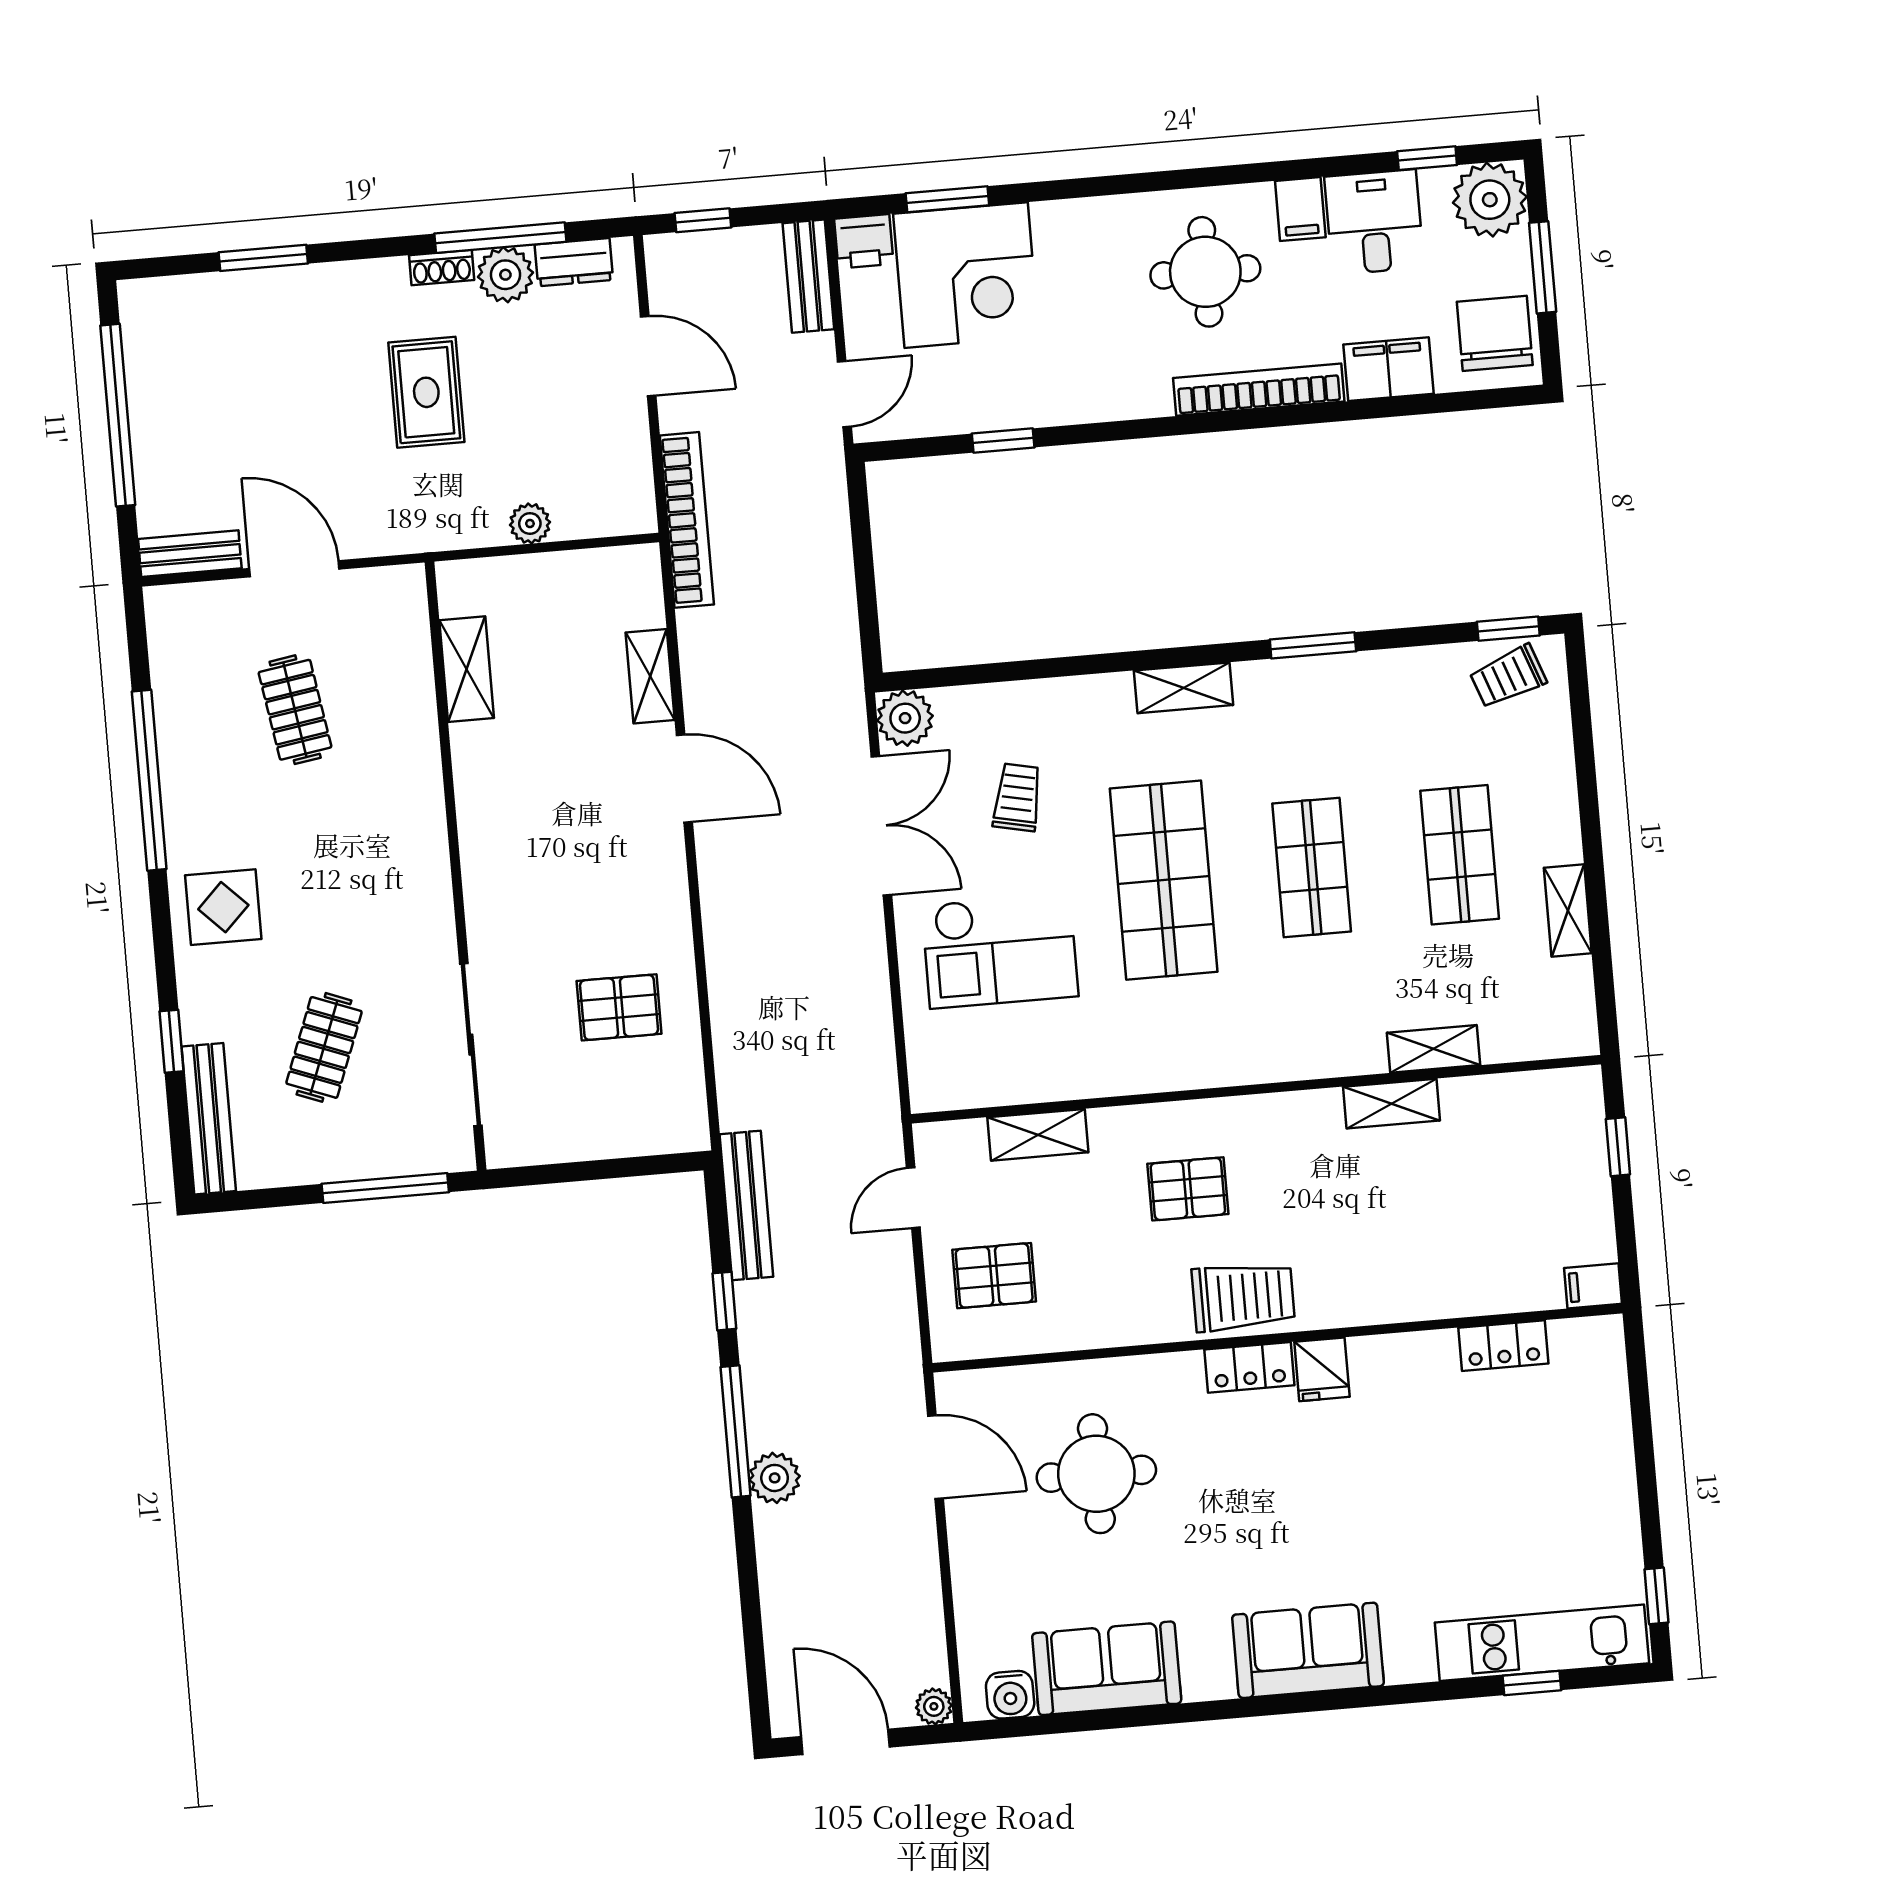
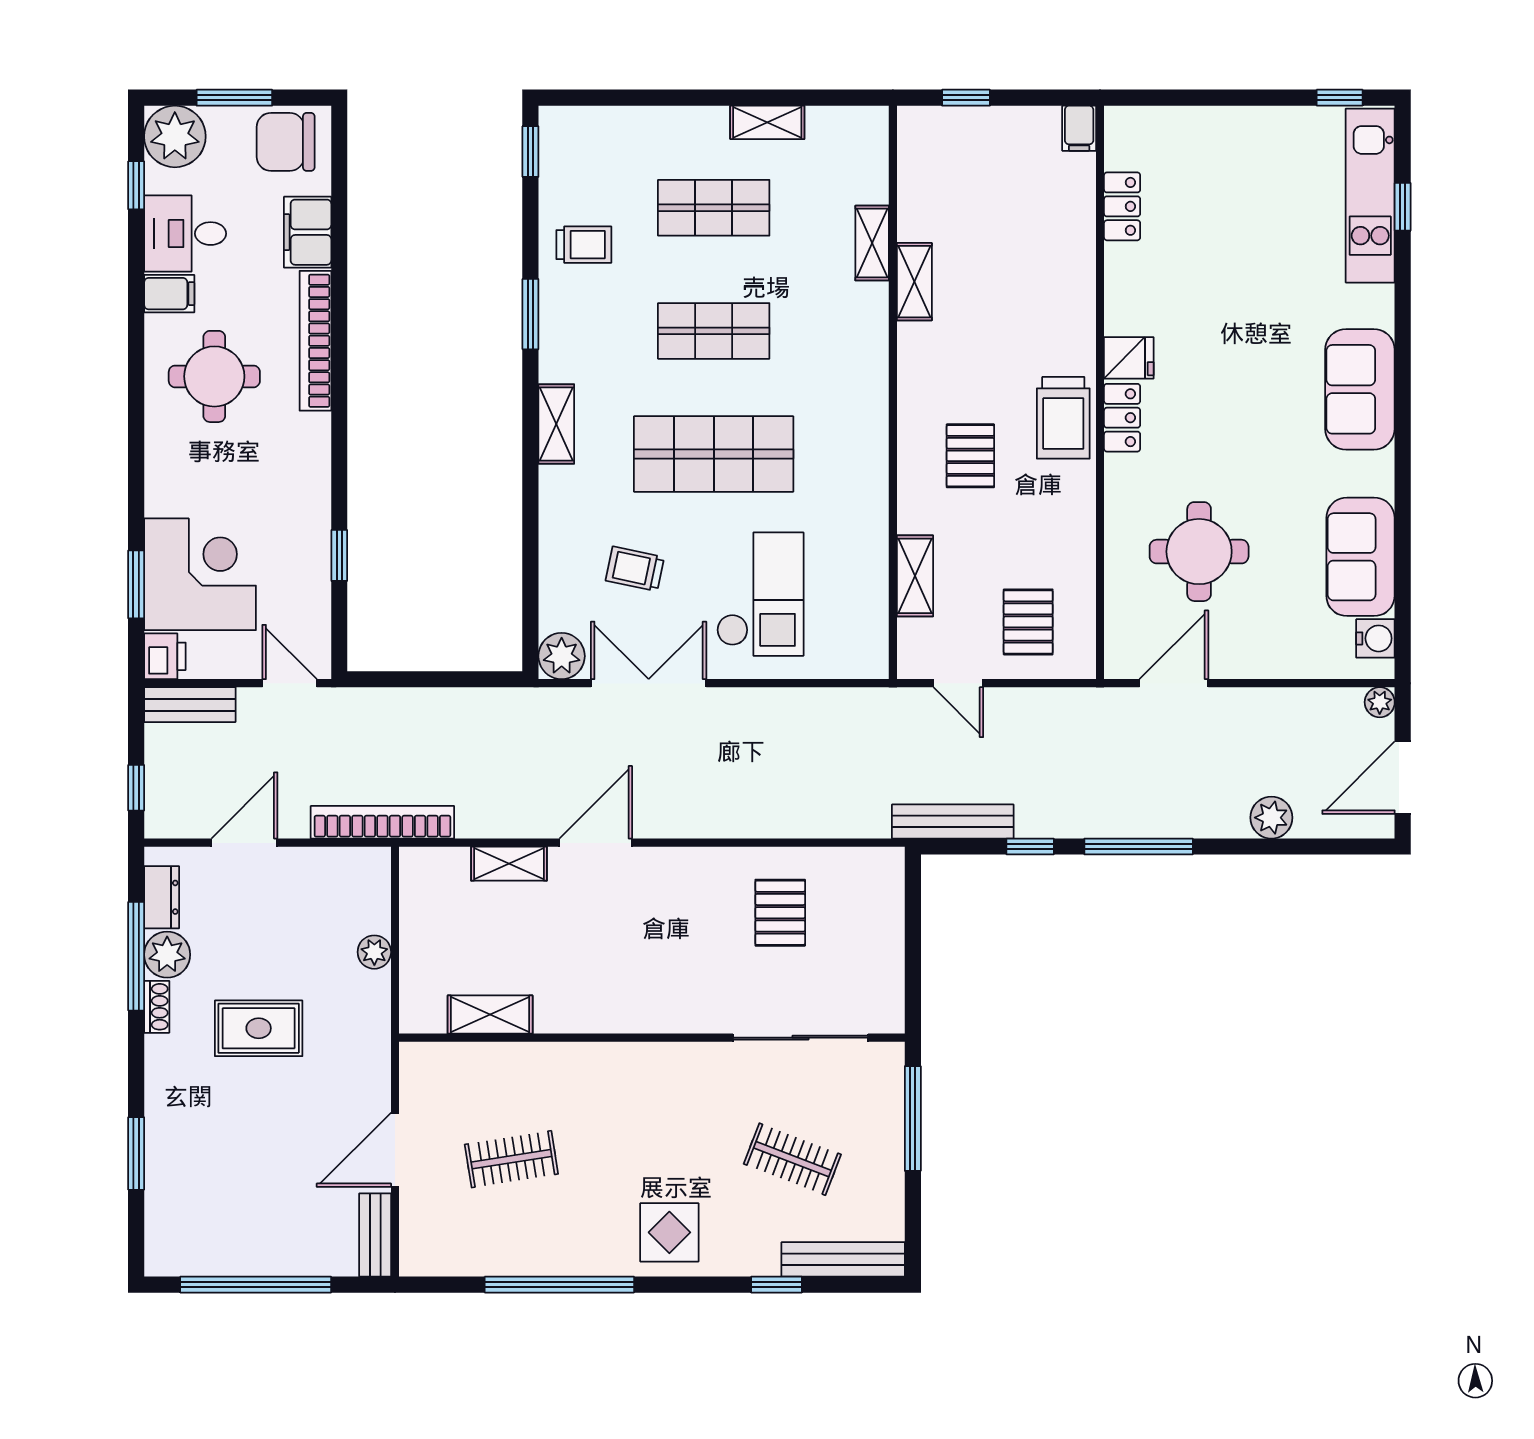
trolley: (1508, 677) -> (584, 245), moved, turned -70
trolley: (1243, 1297) -> (1063, 418), turned 180
plant: (775, 1478) -> (1271, 818), moved

